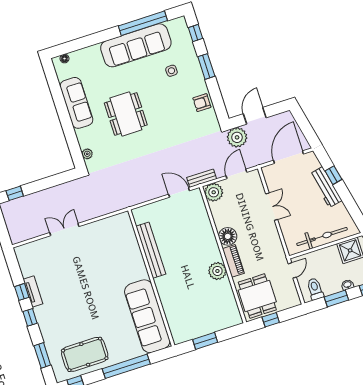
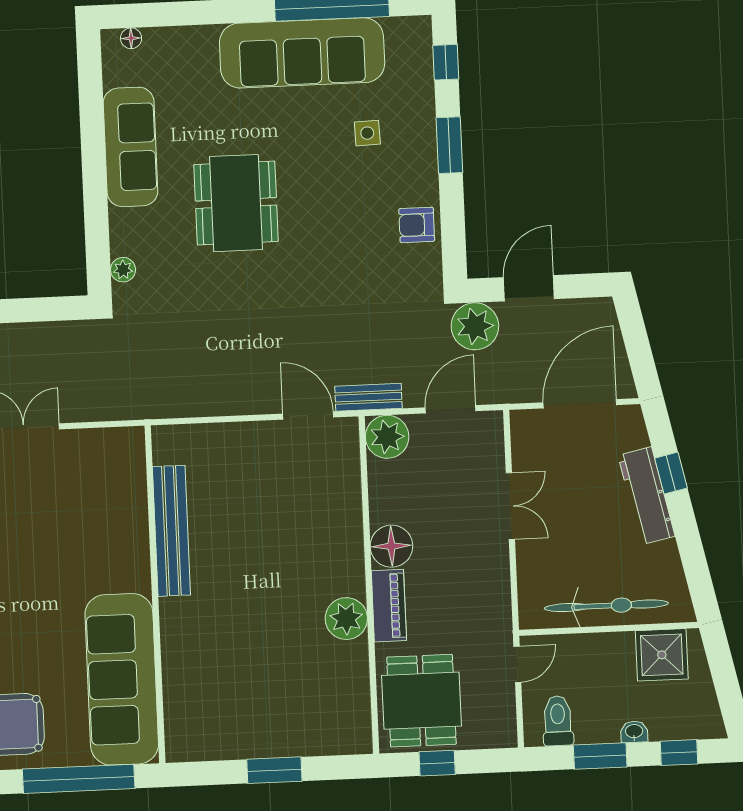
bench: (151, 250) -> (171, 531), moved
wall: (151, 278) -> (155, 594), moved
sofa: (147, 316) -> (122, 679), moved

